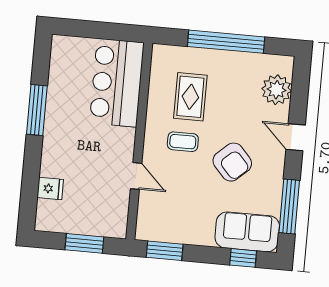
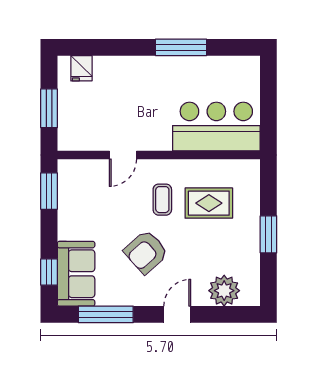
window: (226, 42) -> (268, 234), width x0.47
fridge: (50, 188) -> (81, 68), moved

